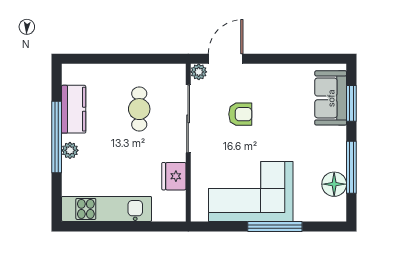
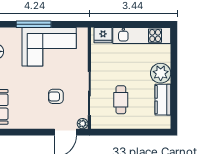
window: (57, 137) -> (174, 82), removed
plant: (70, 150) -> (161, 73), width x1.88, depth x1.88
fridge: (174, 176) -> (103, 35), moved, turned 90

